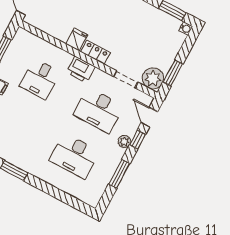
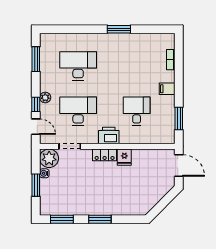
water cooler: (186, 28) -> (44, 173), moved
window: (173, 73) -> (36, 185), moved
window: (119, 174) -> (36, 59), moved

